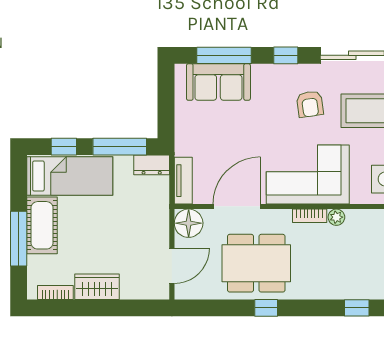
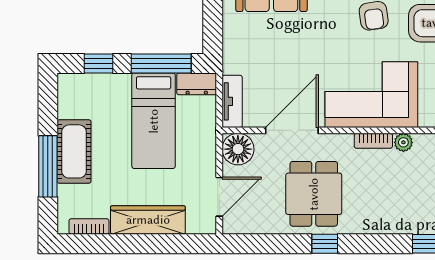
bed: (70, 176) -> (154, 121), moved, turned 90
dining table: (256, 263) -> (314, 194), width x0.73
wardrobe: (97, 287) -> (148, 220), width x1.50

